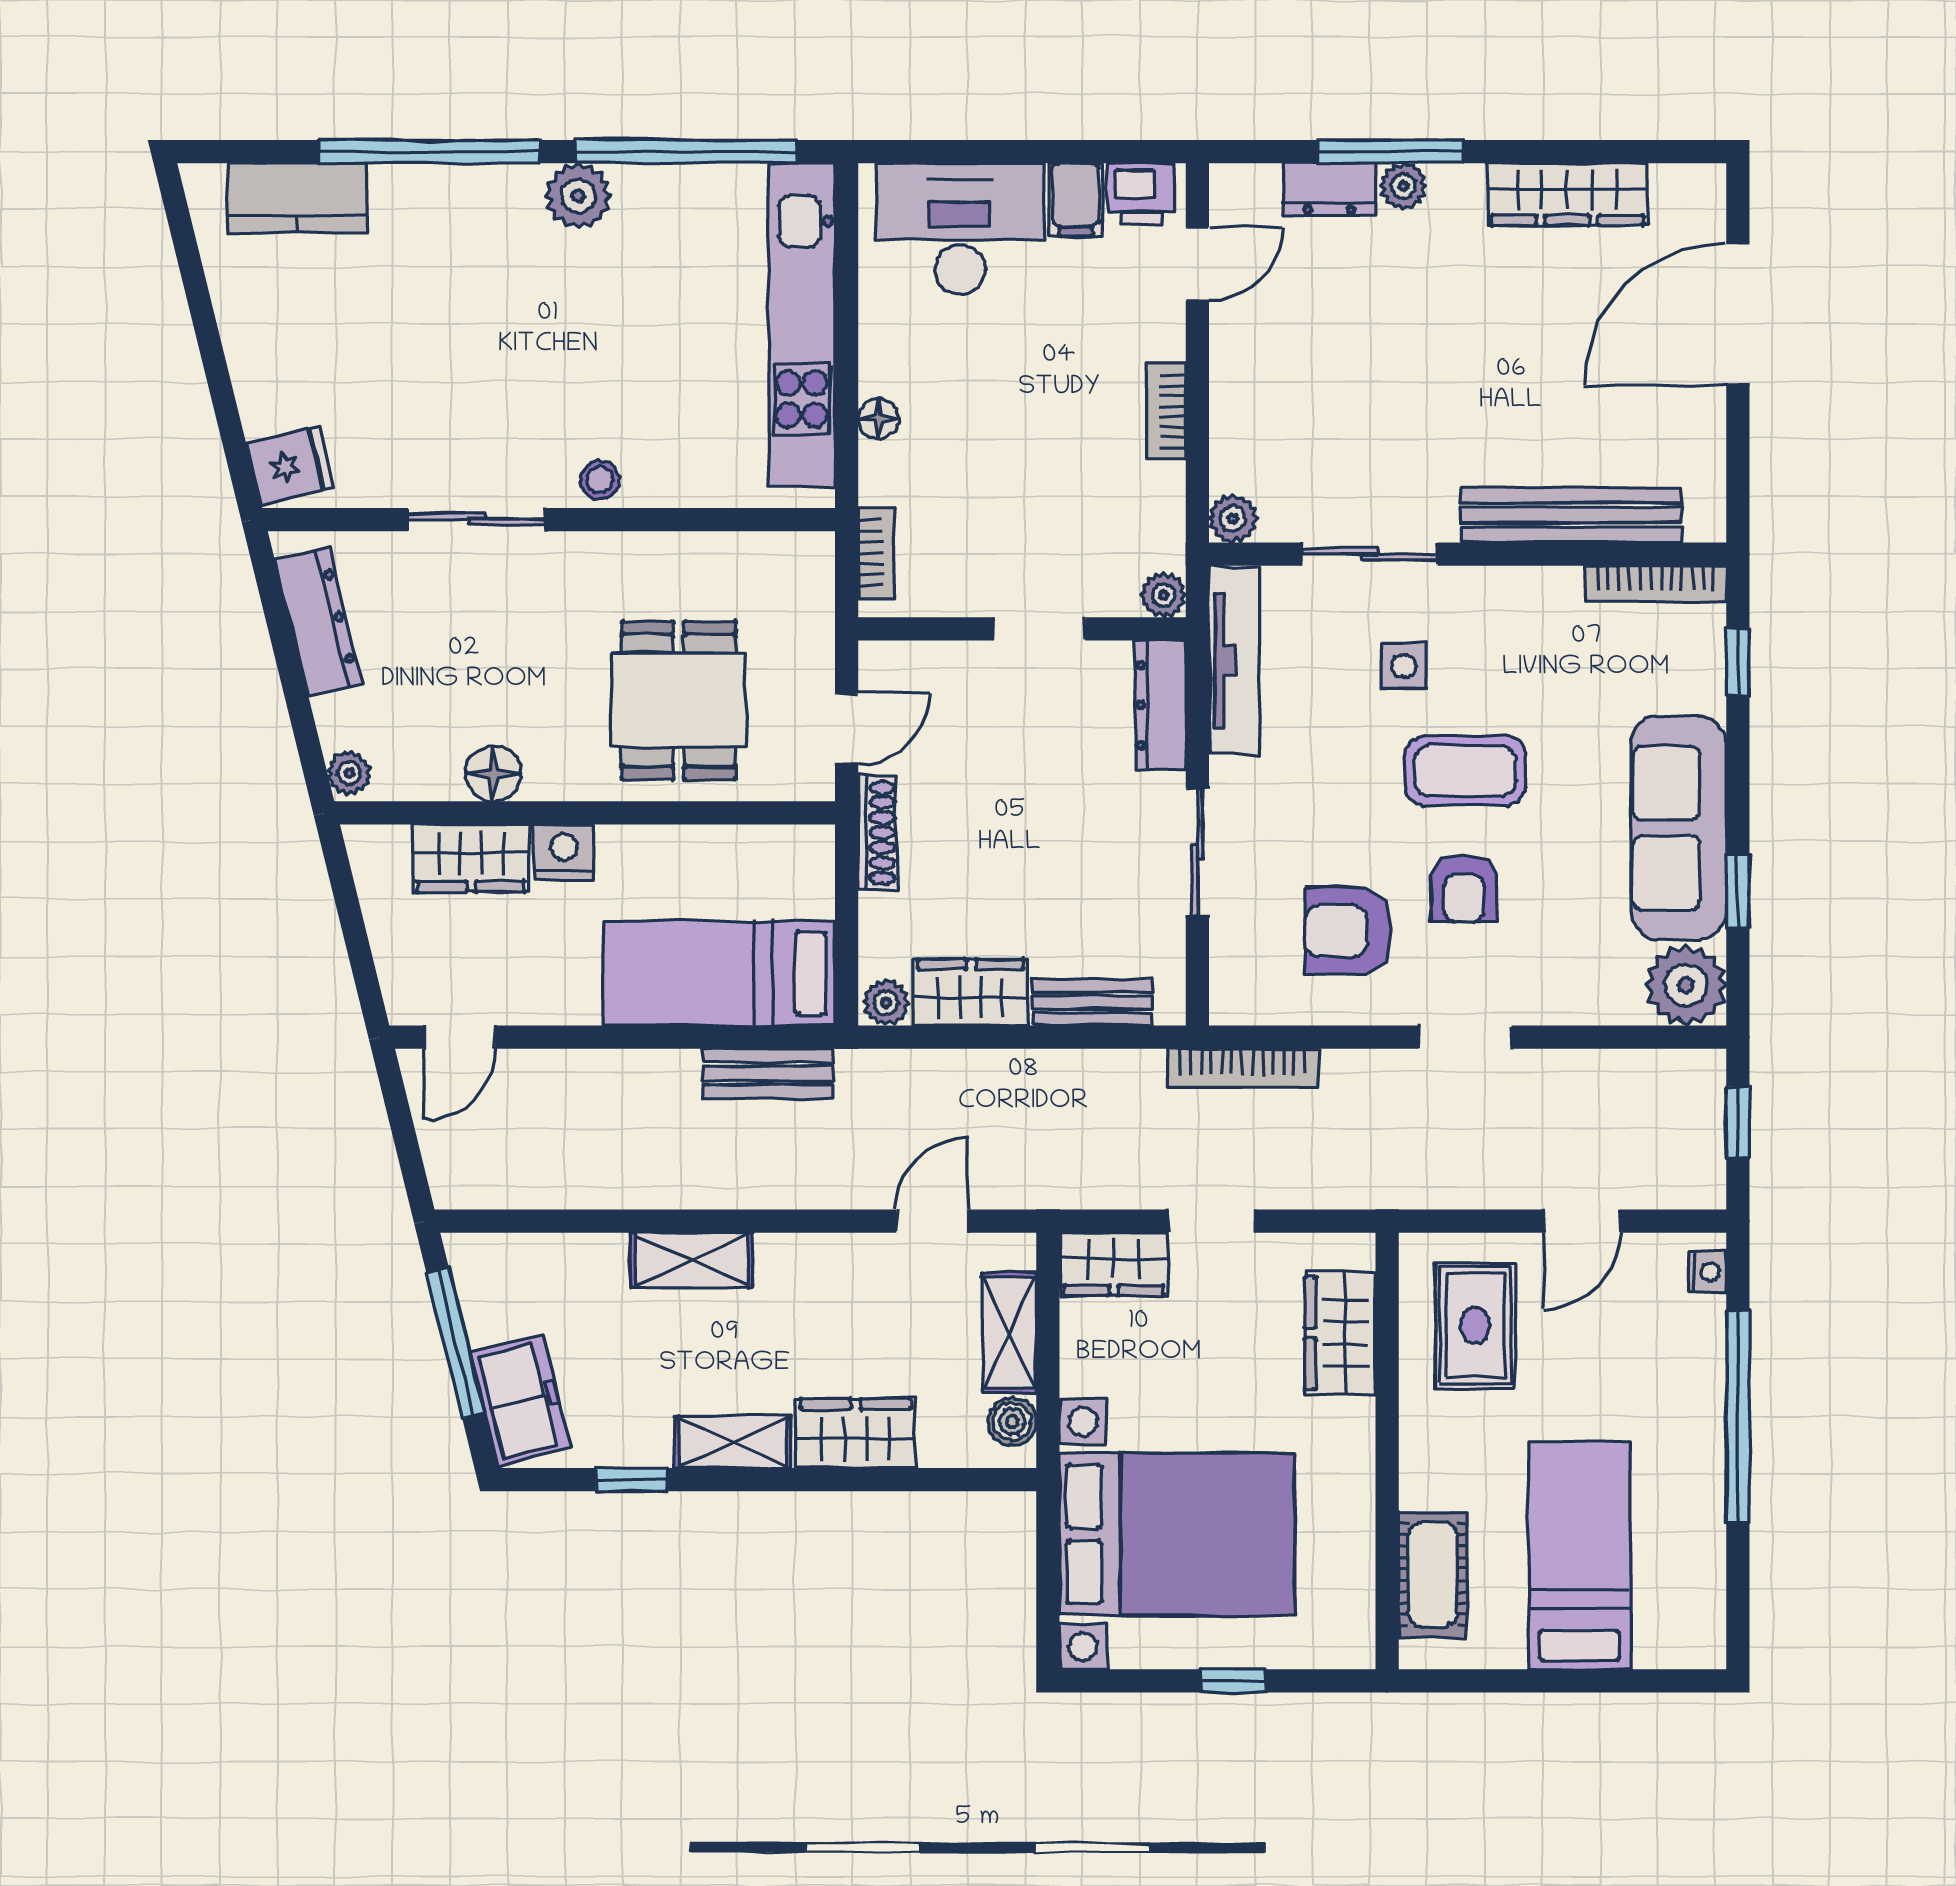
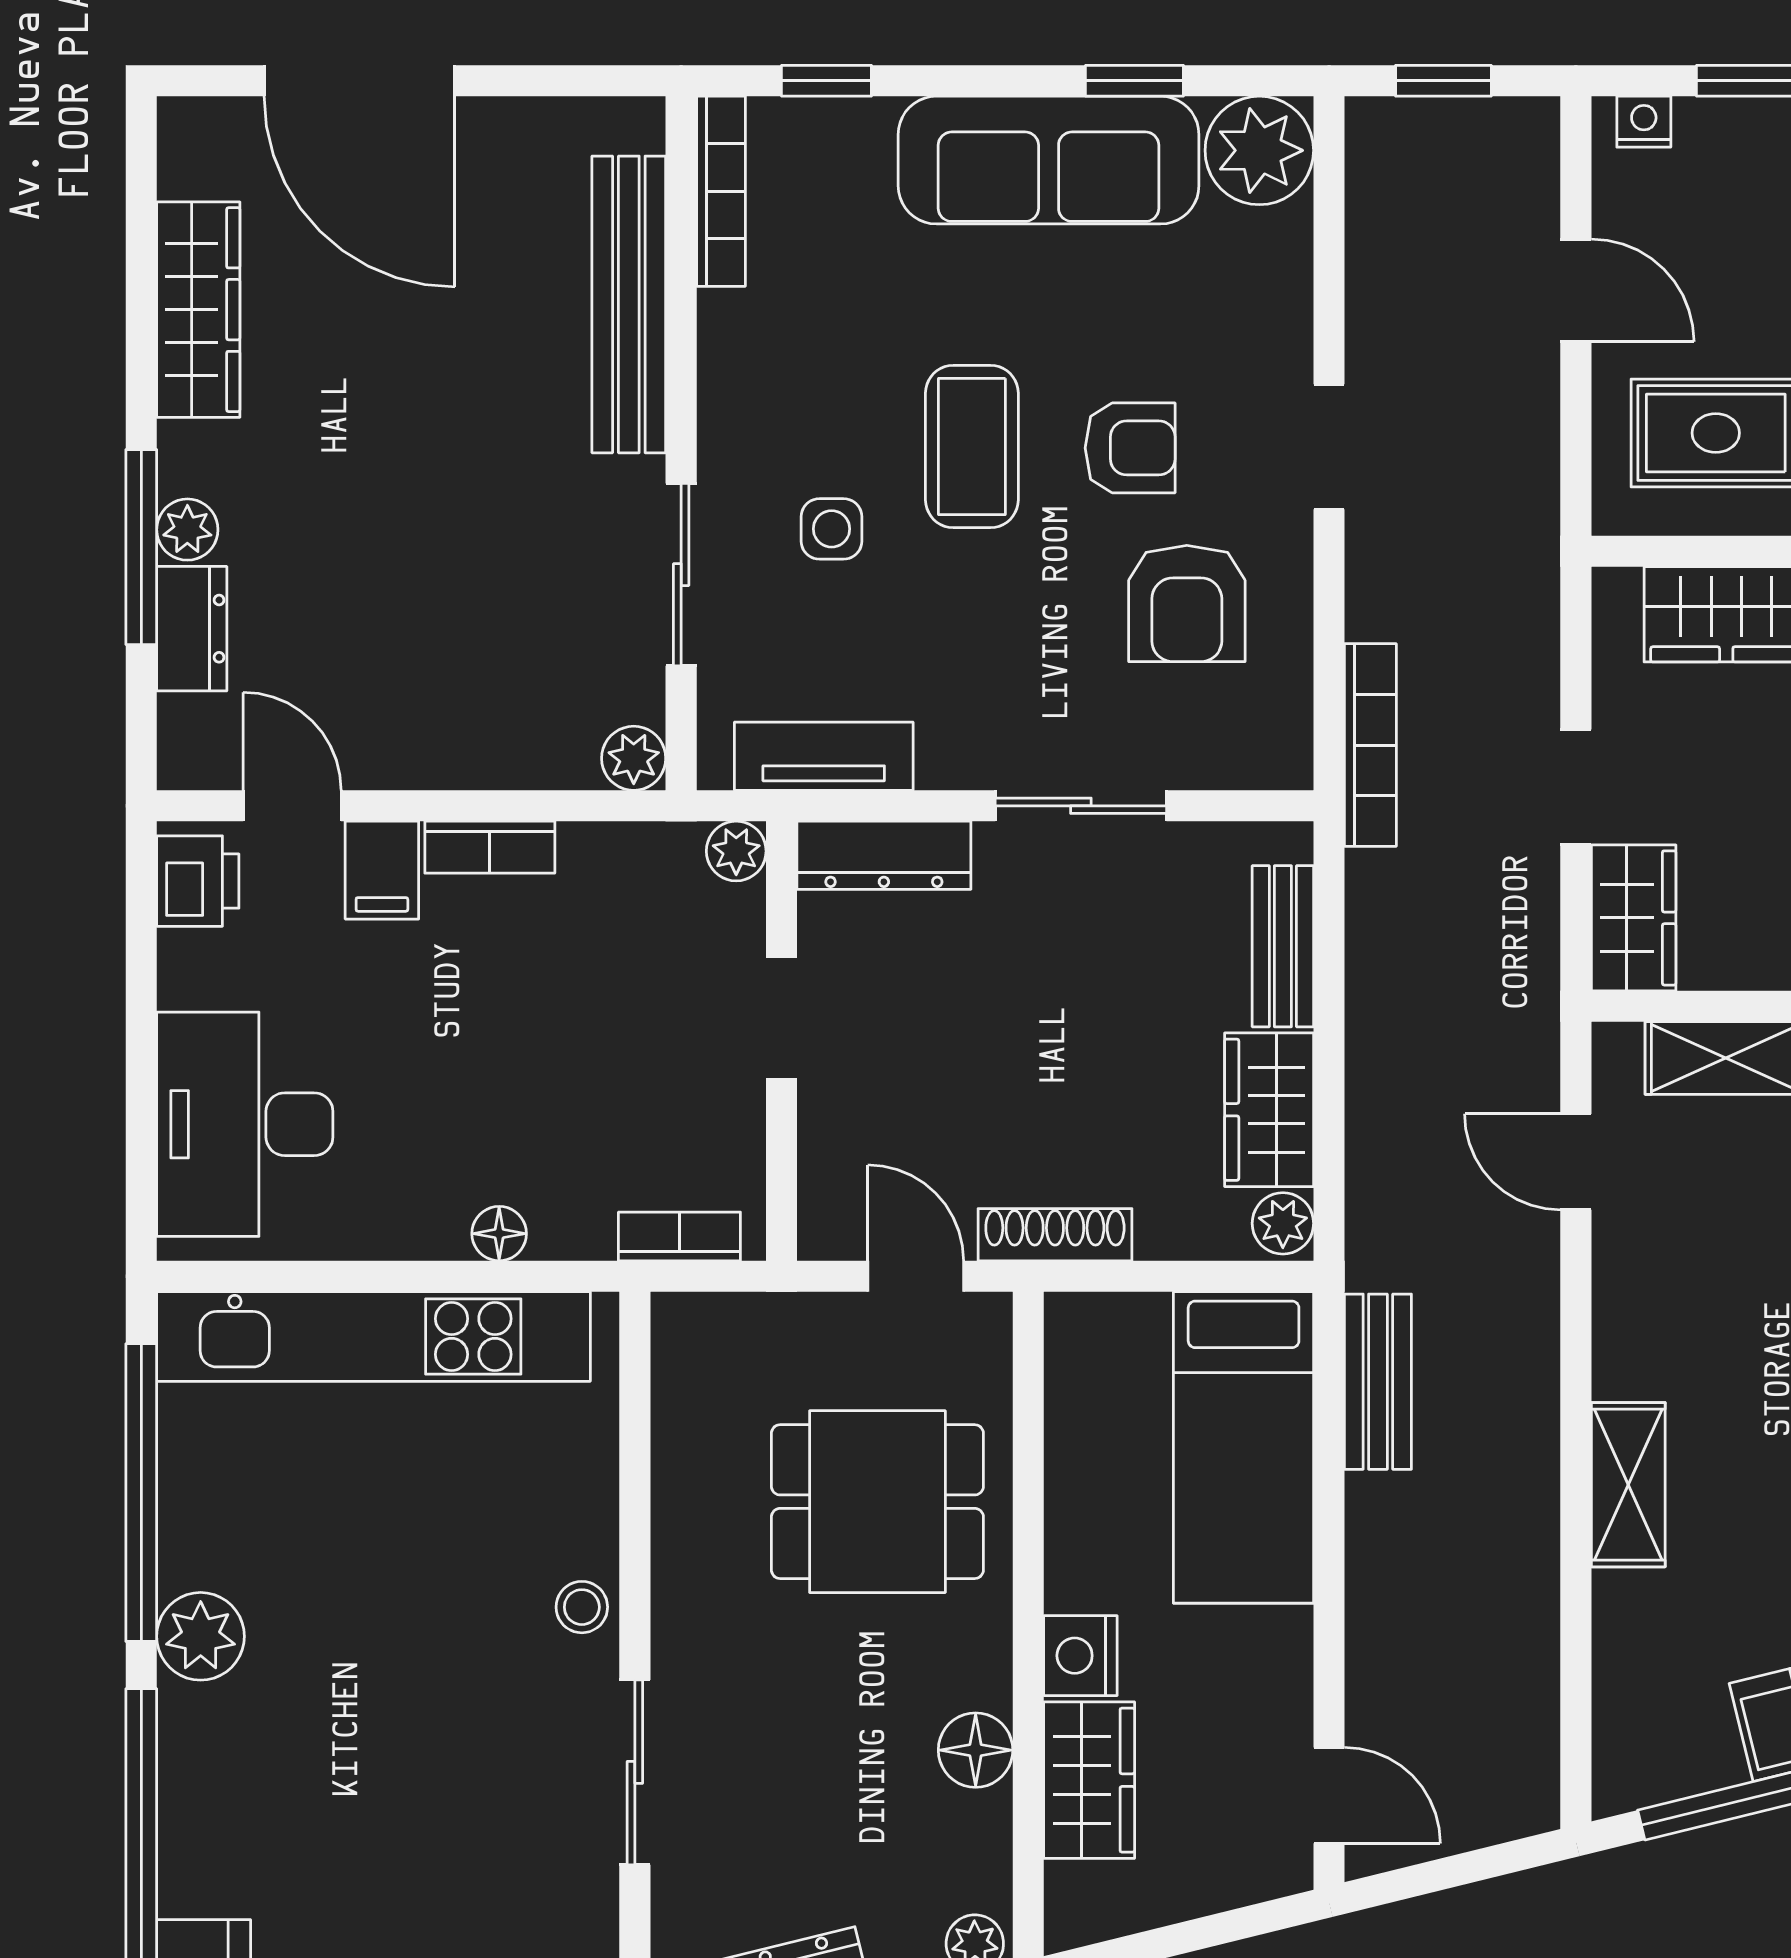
filing cabinet: (1076, 200) -> (382, 870), moved, turned 90
tv unit: (1234, 660) -> (824, 756), width x0.71

